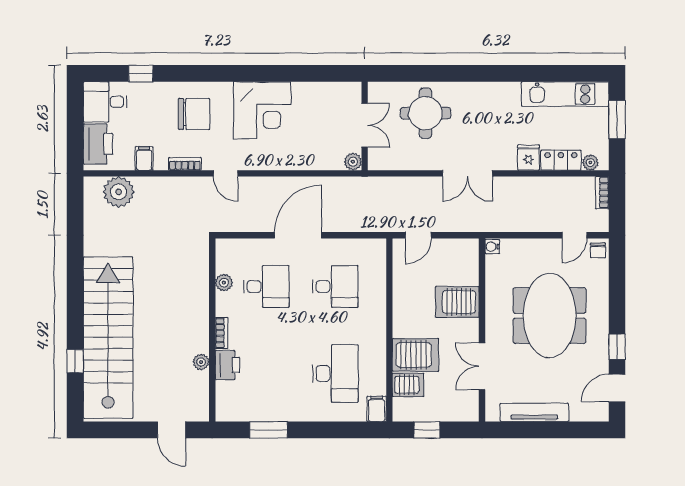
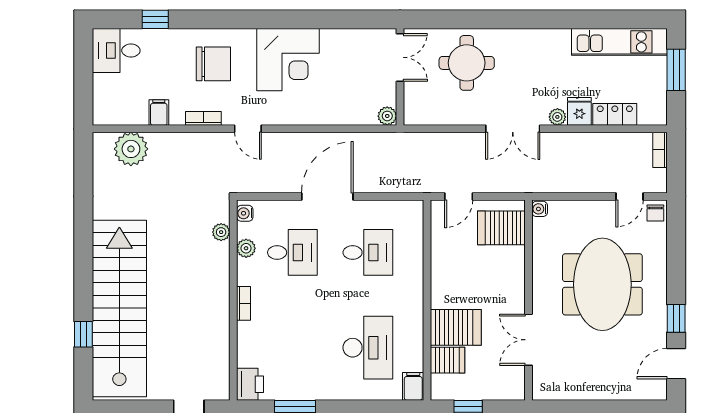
double door: (365, 125) -> (400, 57), moved
printer: (98, 144) -> (108, 97), removed
plant: (590, 163) -> (557, 117), moved
water cooler: (223, 251) -> (245, 213), added
server rack: (457, 302) -> (501, 228), moved
plant: (201, 362) -> (221, 232), moved
printer: (227, 365) -> (250, 384), moved
tv unit: (534, 412) -> (586, 390), removed

